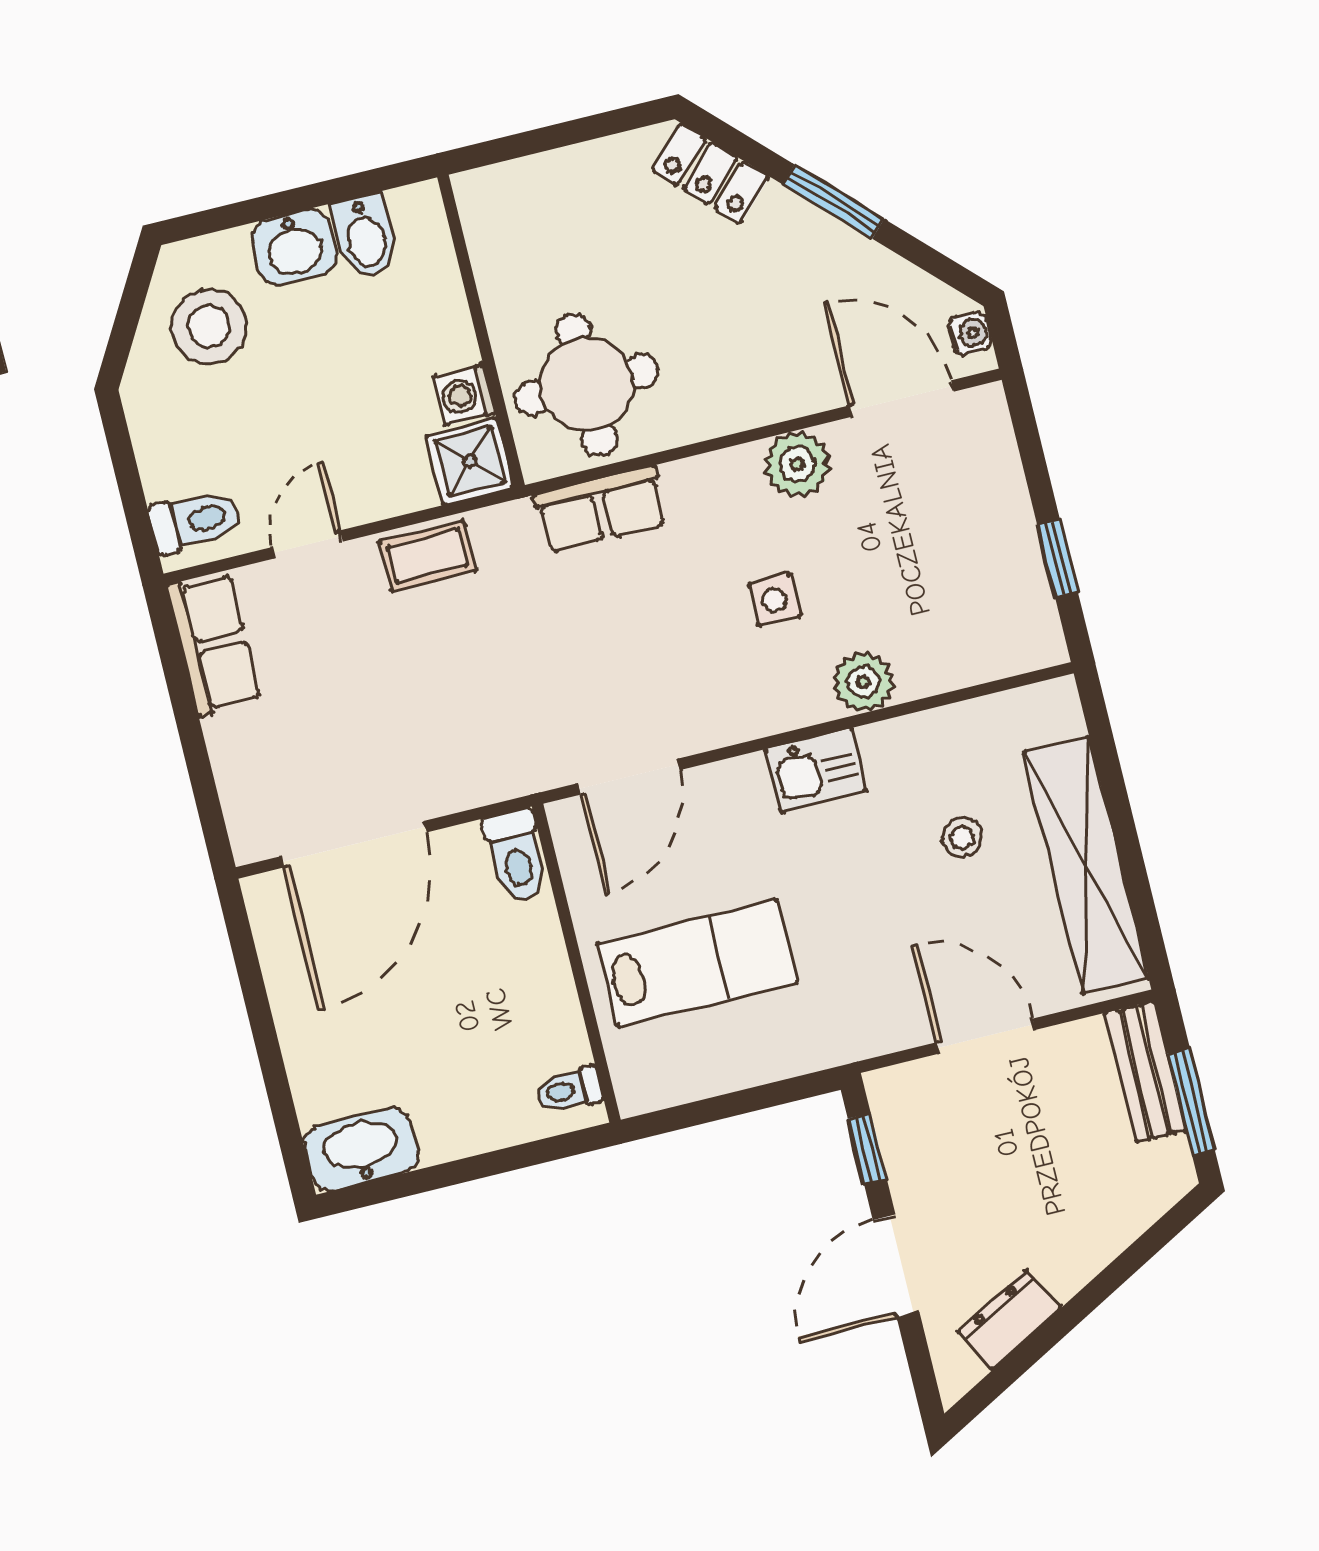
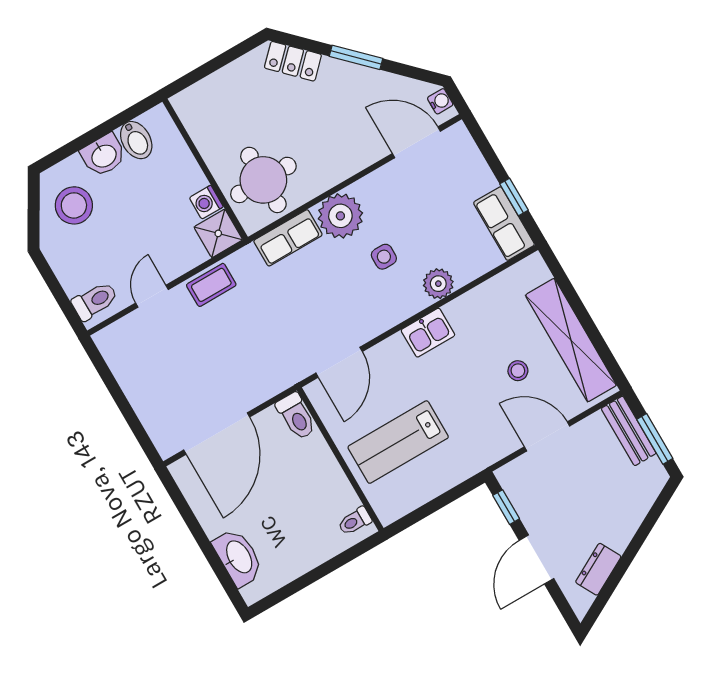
plant: (797, 464) -> (340, 216), moved, width x1.36, depth x1.36
row of seats: (214, 643) -> (504, 224), moved, turned 180
stool: (962, 838) -> (518, 371), moved
lab bench: (697, 963) -> (398, 442), turned 180
washbasin: (361, 1149) -> (238, 557), moved, turned 90

